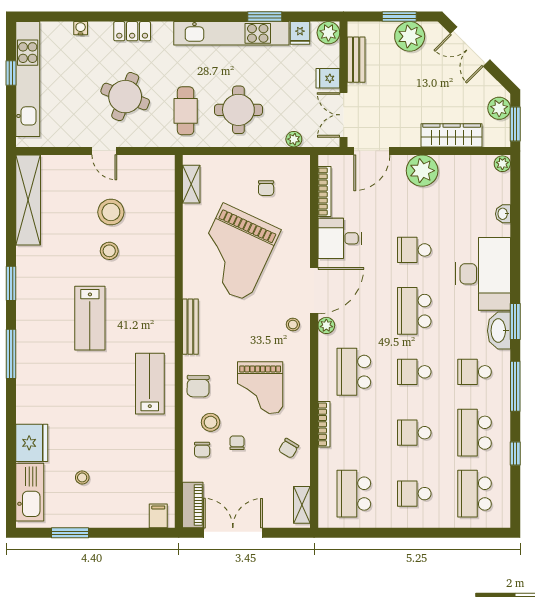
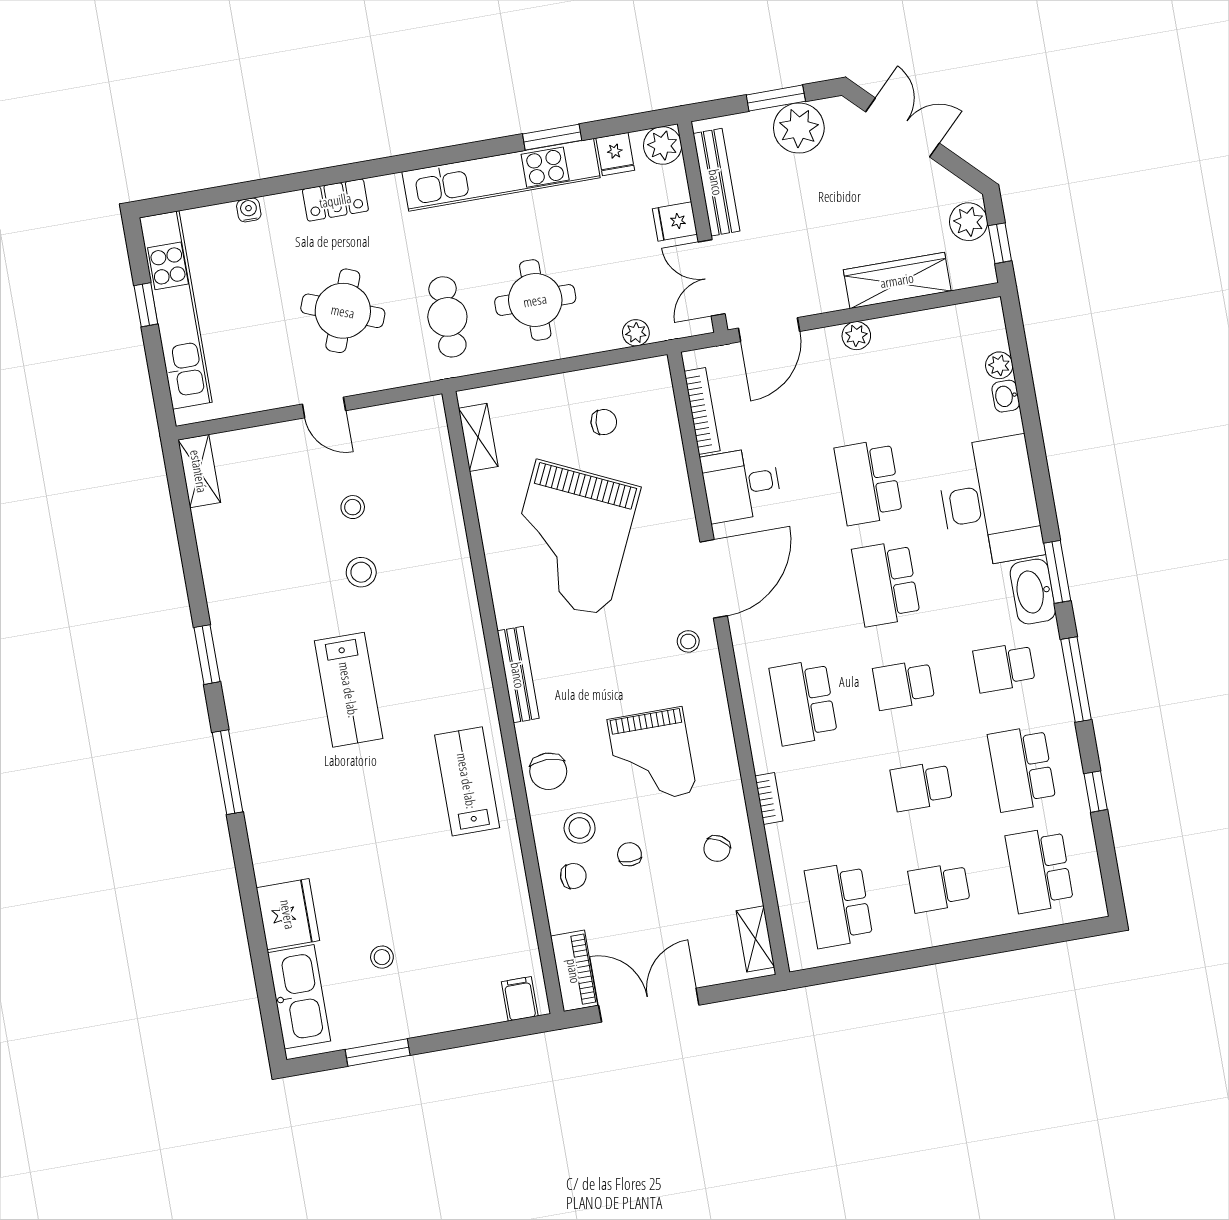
double door: (470, 47) -> (902, 128), swing flipped
bench: (356, 60) -> (716, 182), width x1.36
window: (515, 124) -> (1000, 243), width x0.67
plant: (502, 164) -> (999, 365), moved
plant: (422, 171) -> (856, 336), width x0.53, depth x0.53
chair: (266, 188) -> (604, 422), turned -85
shelving: (28, 200) -> (199, 471), width x0.45, depth x0.75
stool: (111, 212) -> (353, 507), width x0.53, depth x0.53
school desk: (414, 250) -> (868, 482), width x1.85
plant: (326, 325) -> (744, 633), removed
bookcase: (324, 424) -> (769, 798), width x0.64
chair: (202, 450) -> (573, 876), turned -90

